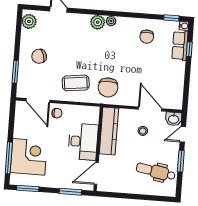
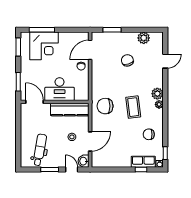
plant: (29, 21) -> (144, 38), moved
chair: (39, 56) -> (127, 60), moved
coffee table: (76, 83) -> (133, 107), moved

